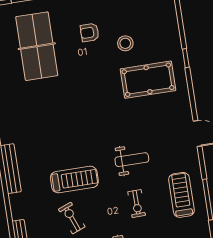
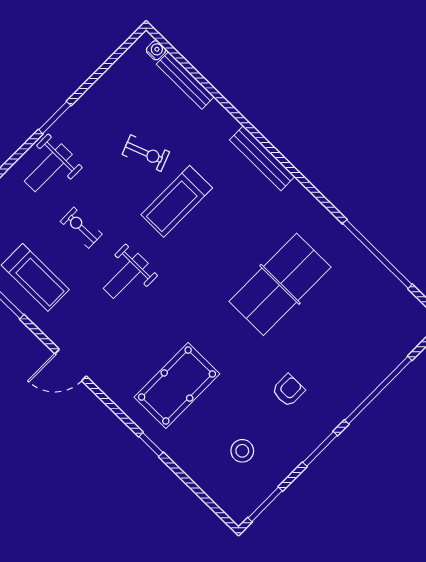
stool: (125, 43) -> (242, 451), moved
table tennis table: (37, 46) -> (280, 284), moved, turned 90

